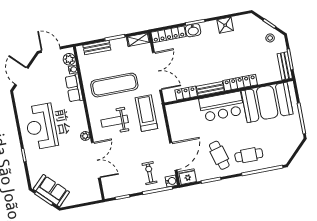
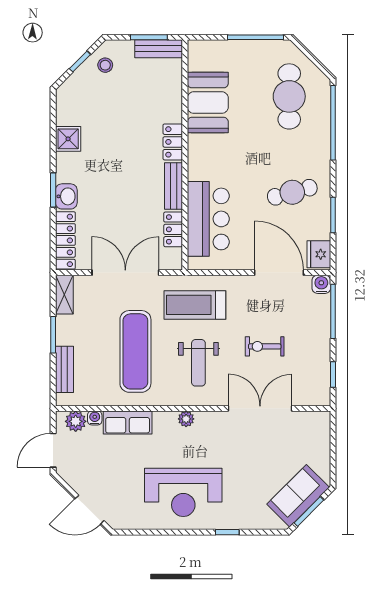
locker: (240, 83) -> (173, 142), width x0.66
booth: (267, 102) -> (208, 103), width x0.73, depth x0.70
bar counter: (222, 106) -> (208, 219), moved
plant: (85, 136) -> (186, 419), moved
cafe table: (249, 155) -> (289, 96), moved, width x1.37, depth x1.35
exercise bike: (149, 173) -> (265, 346), moved

